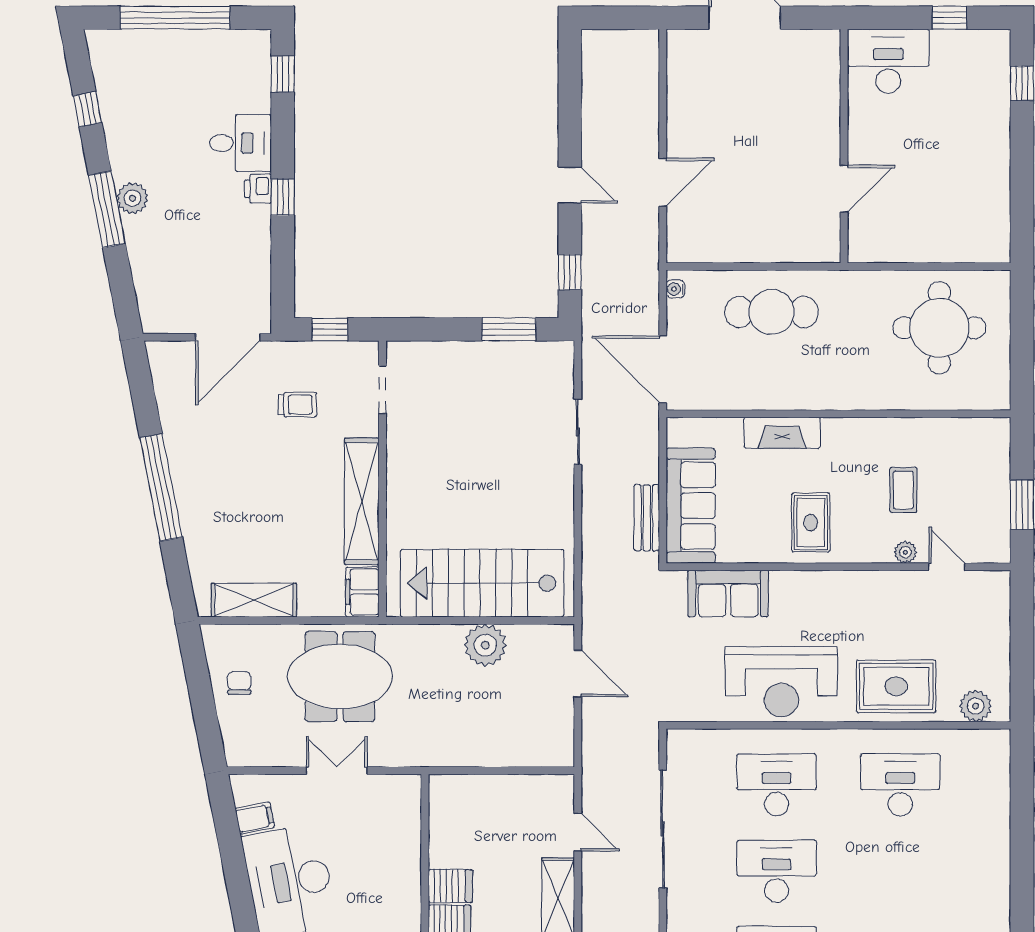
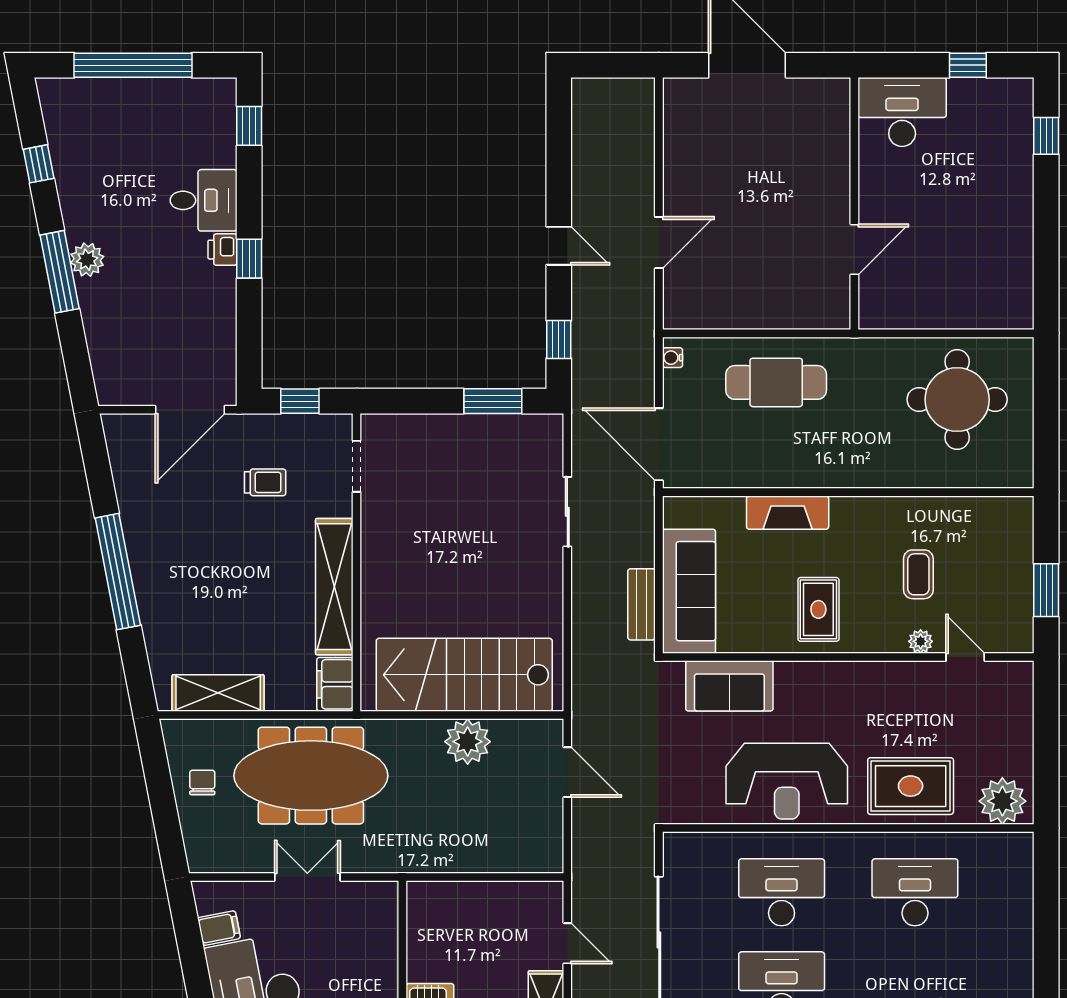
meeting table: (340, 677) -> (311, 776), width x1.36
plant: (976, 706) -> (1002, 801), width x1.36, depth x1.36

